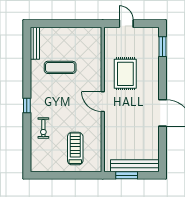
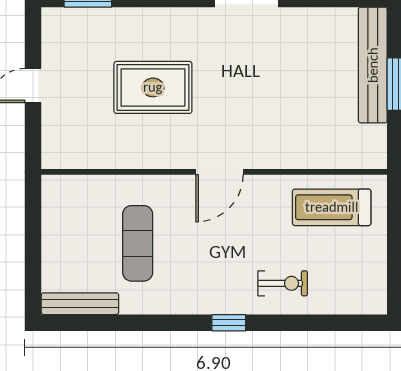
wall: (103, 99) -> (214, 172), moved
door: (103, 102) -> (220, 172), moved

